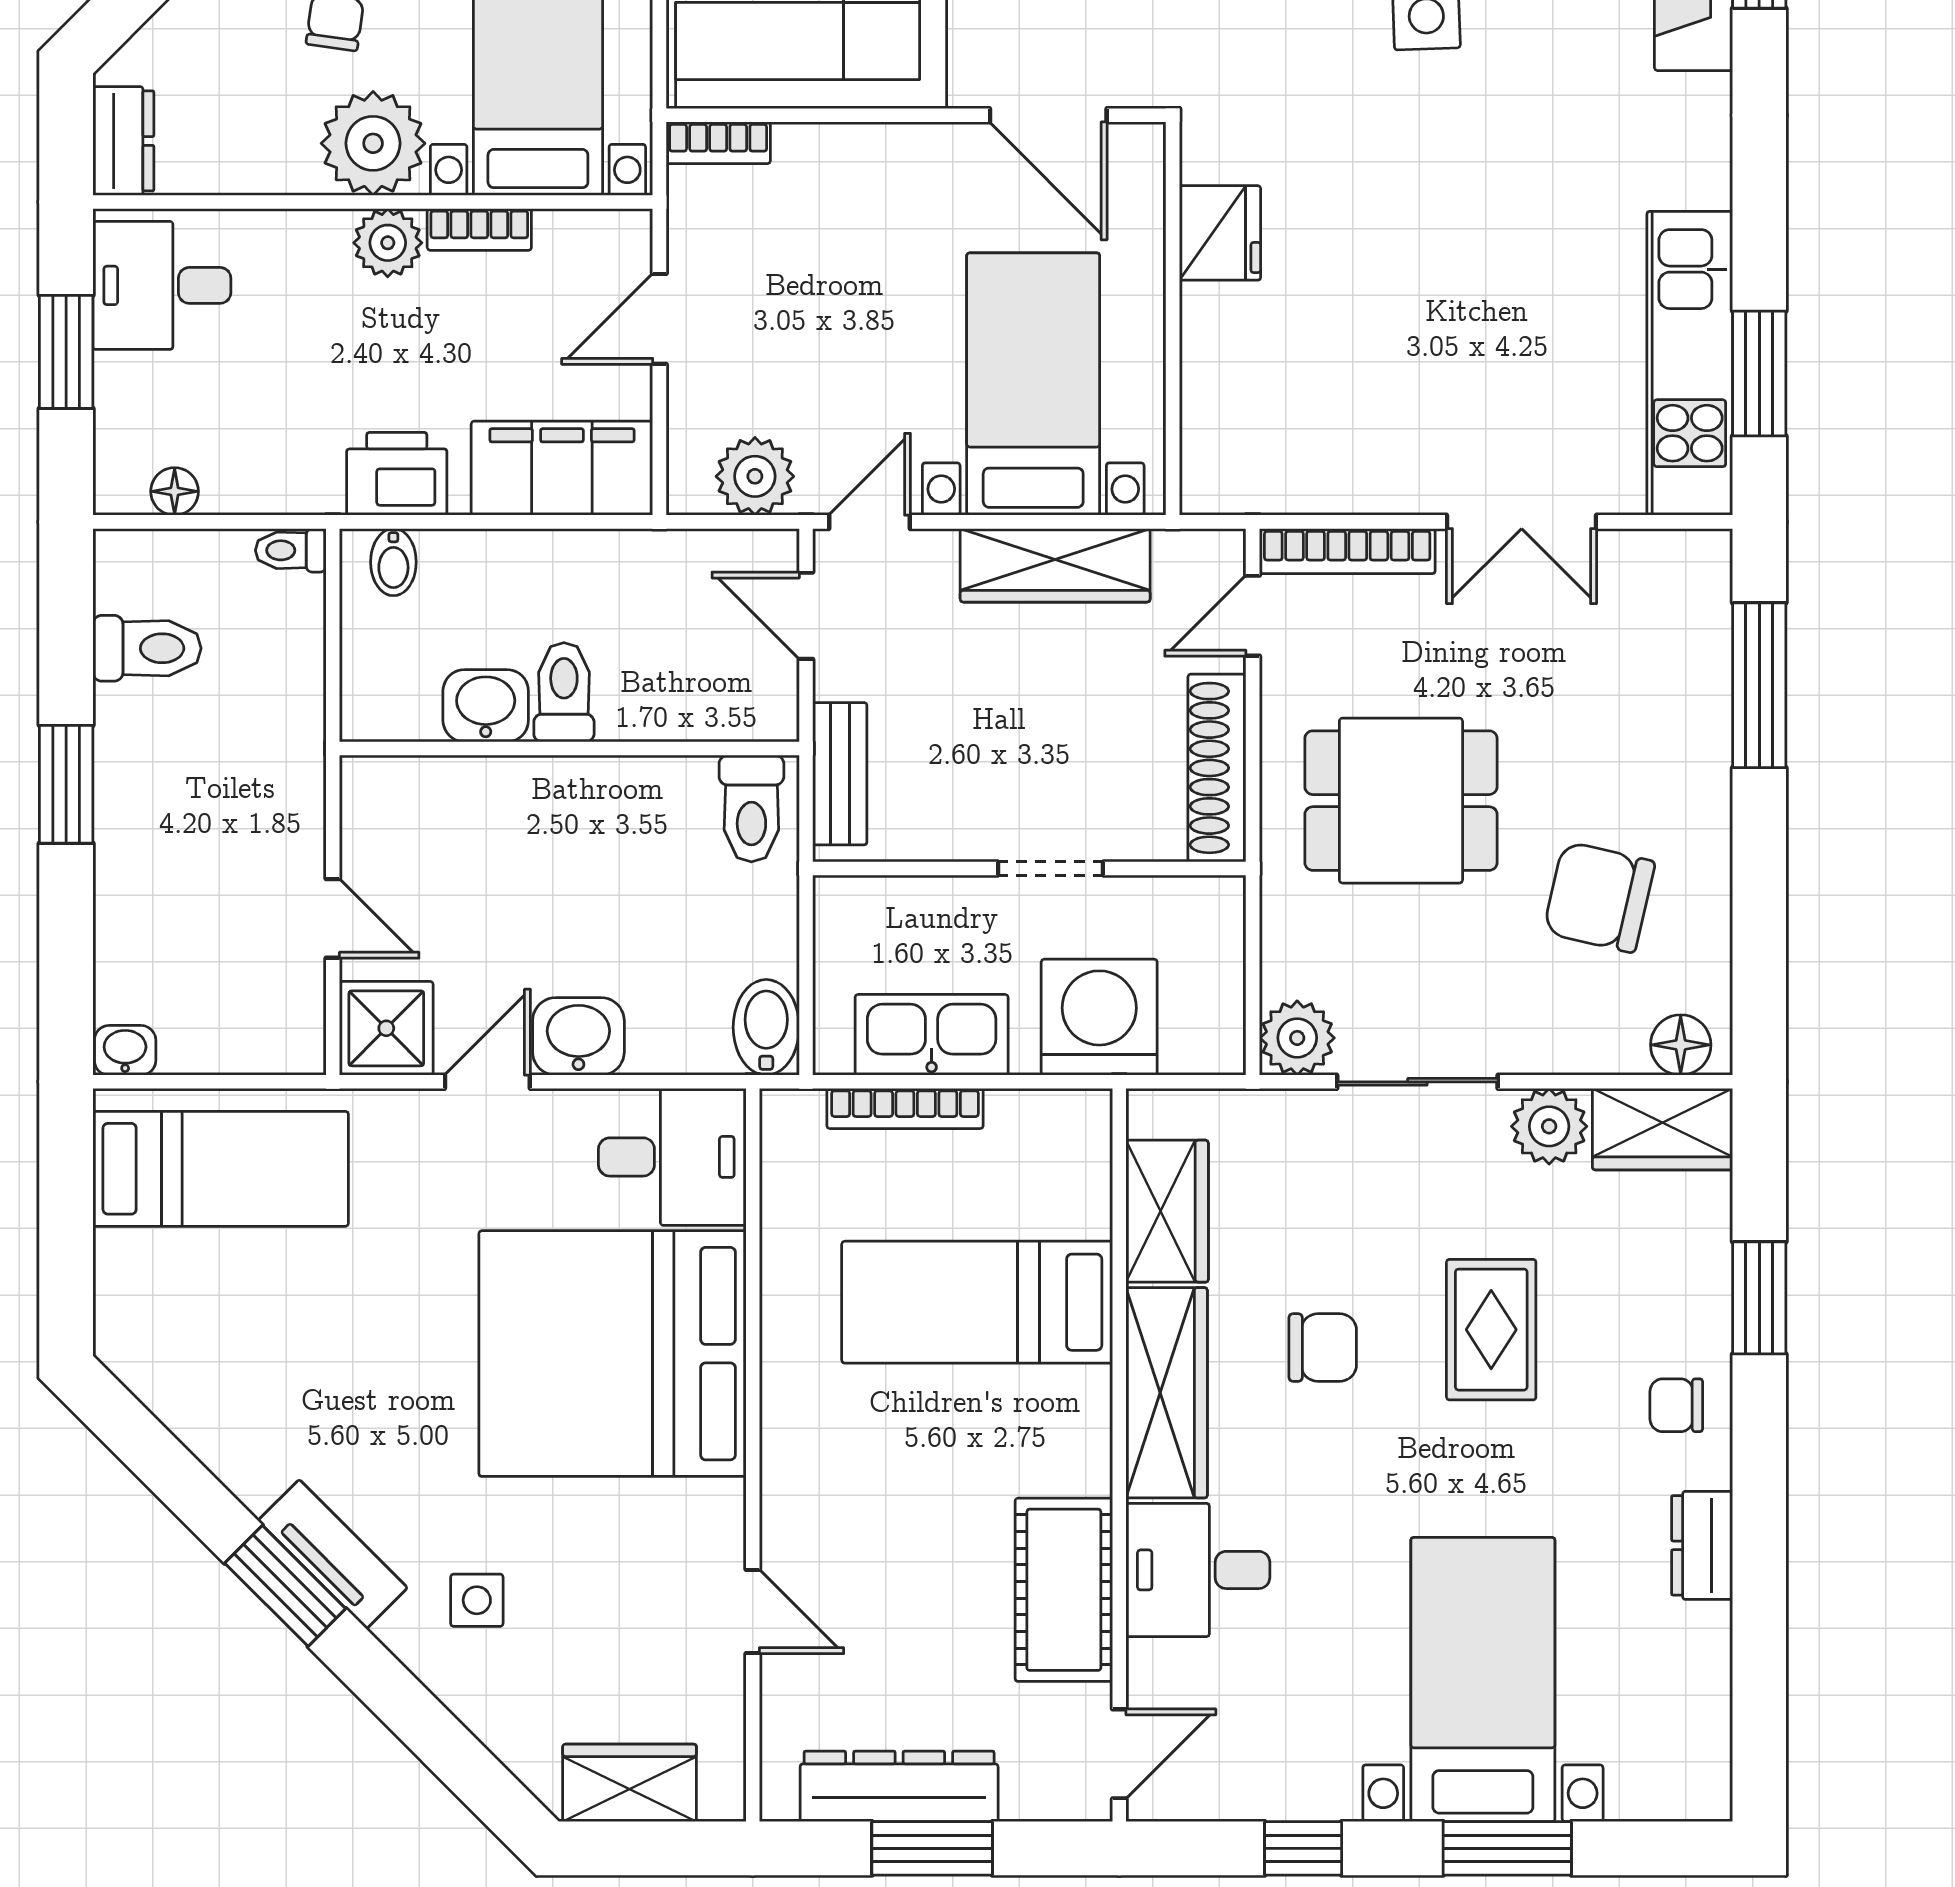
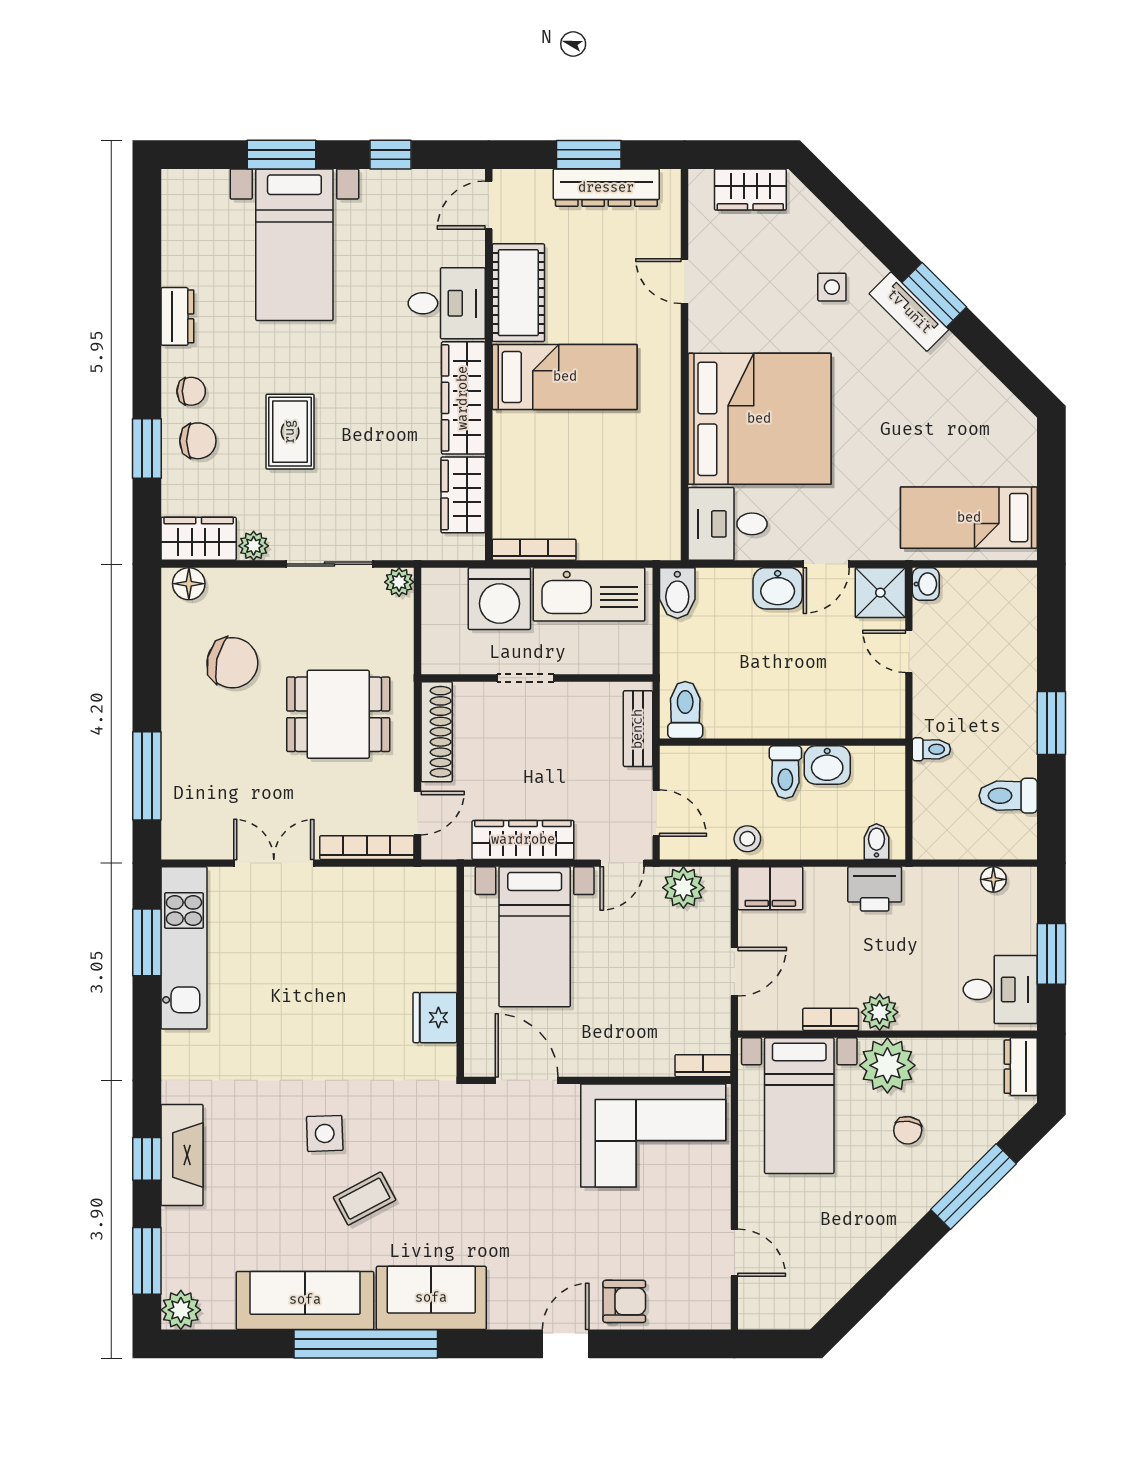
filing cabinet: (562, 468) -> (770, 888), width x0.67, depth x0.86
toilet: (291, 550) -> (931, 749), moved
stool: (635, 568) -> (747, 839), added
kitchen sink: (932, 1035) -> (589, 594), width x1.36, depth x1.24
plant: (1297, 1038) -> (399, 582), width x0.73, depth x0.73
washbasin: (125, 1050) -> (926, 584), moved, turned -90
bookcase: (905, 1109) -> (534, 550), moved
plant: (1549, 1126) -> (254, 546), width x0.73, depth x0.73
bed: (977, 1302) -> (565, 377), moved
chair: (1323, 1347) -> (198, 441), moved, turned 180

